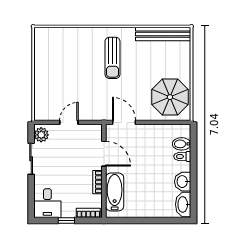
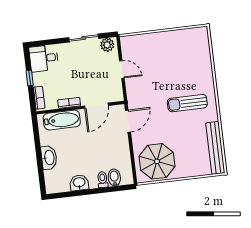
washbasin: (183, 204) -> (49, 158), moved, turned 90

